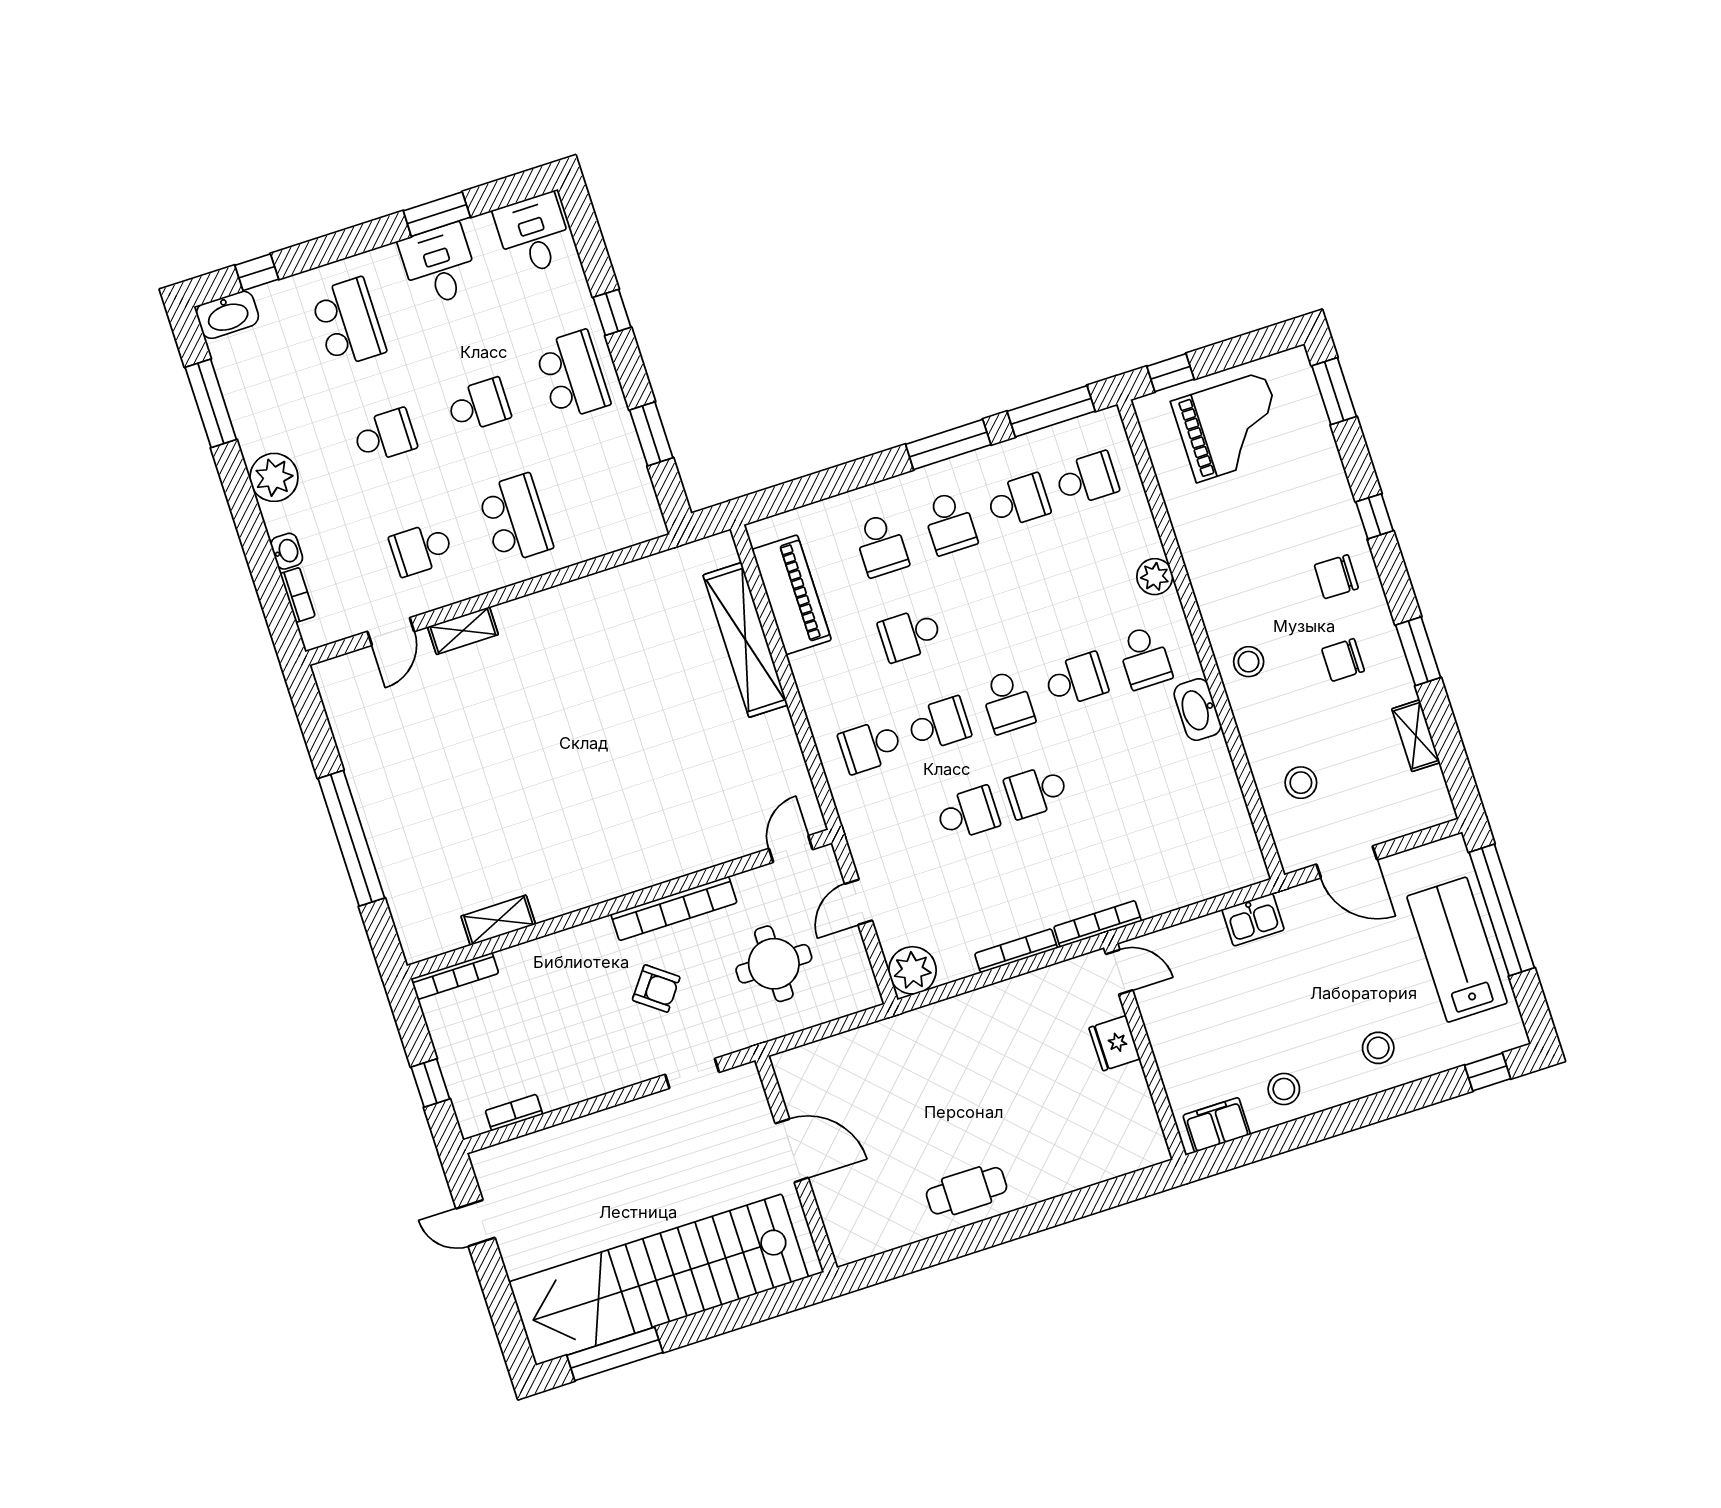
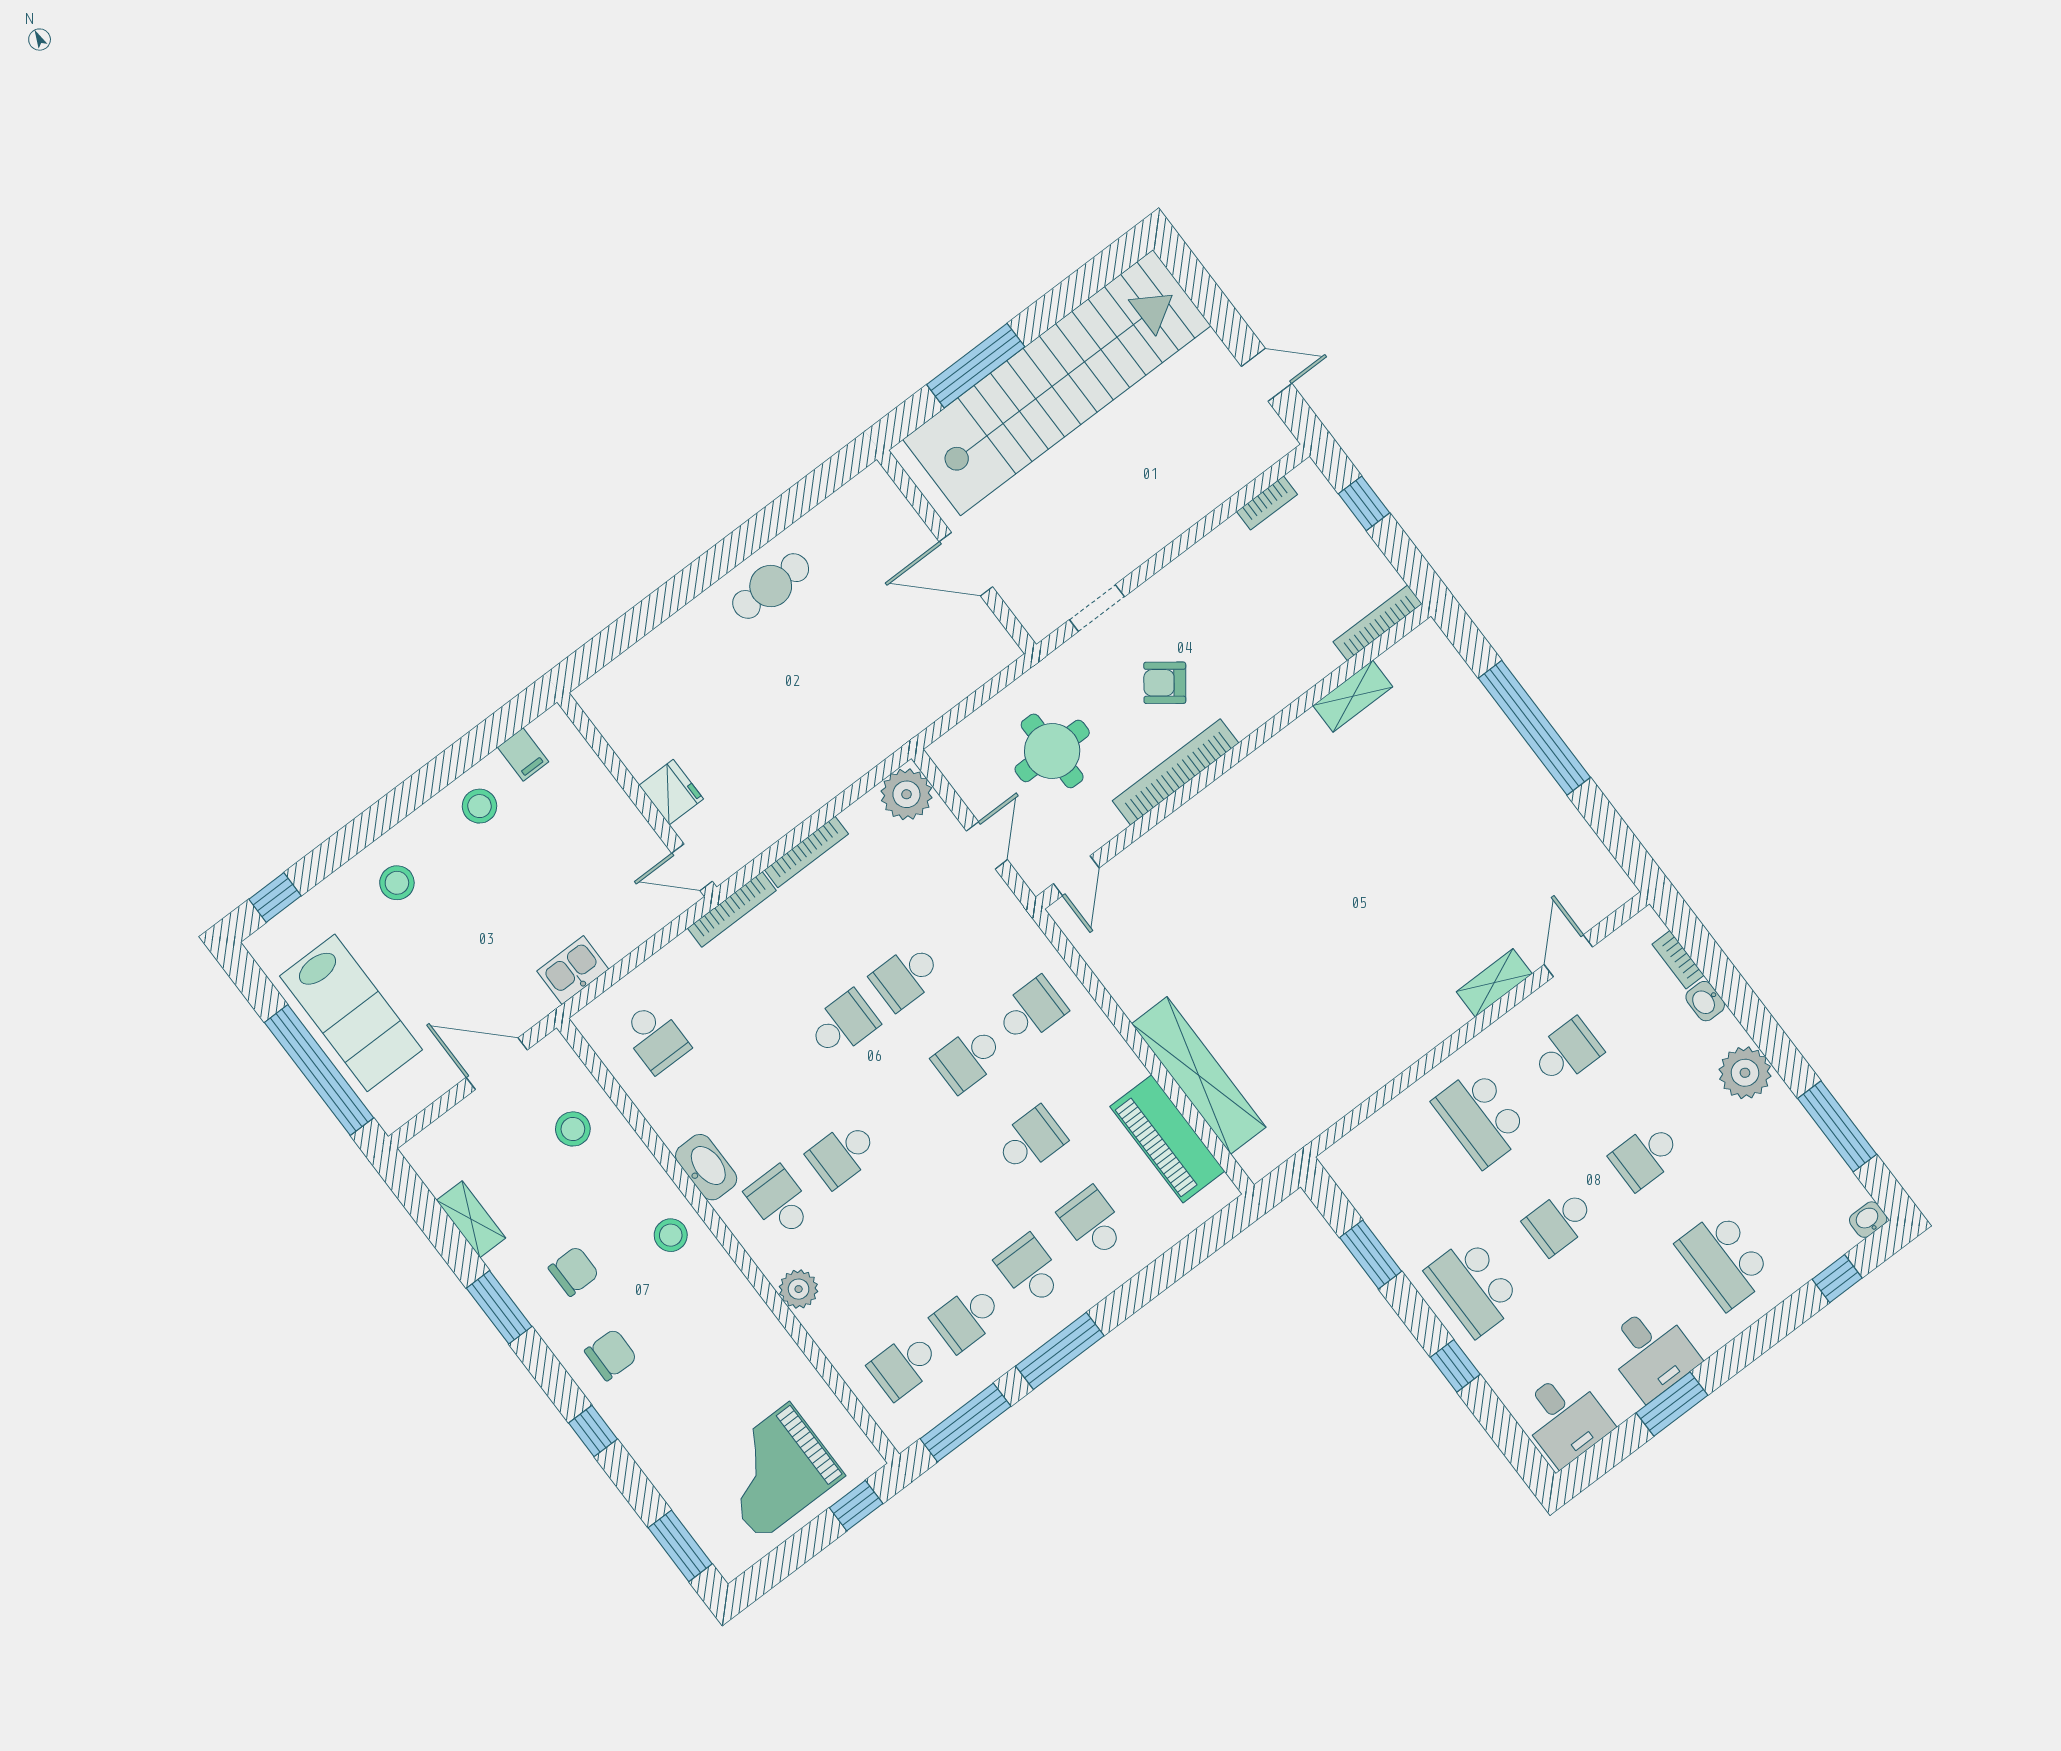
washbasin: (227, 315) -> (1868, 1220), width x0.52, depth x0.69
school desk: (1007, 702) -> (655, 1038), moved, turned 180
filing cabinet: (1217, 1125) -> (523, 754), width x0.50
window: (615, 1354) -> (976, 366), moved

